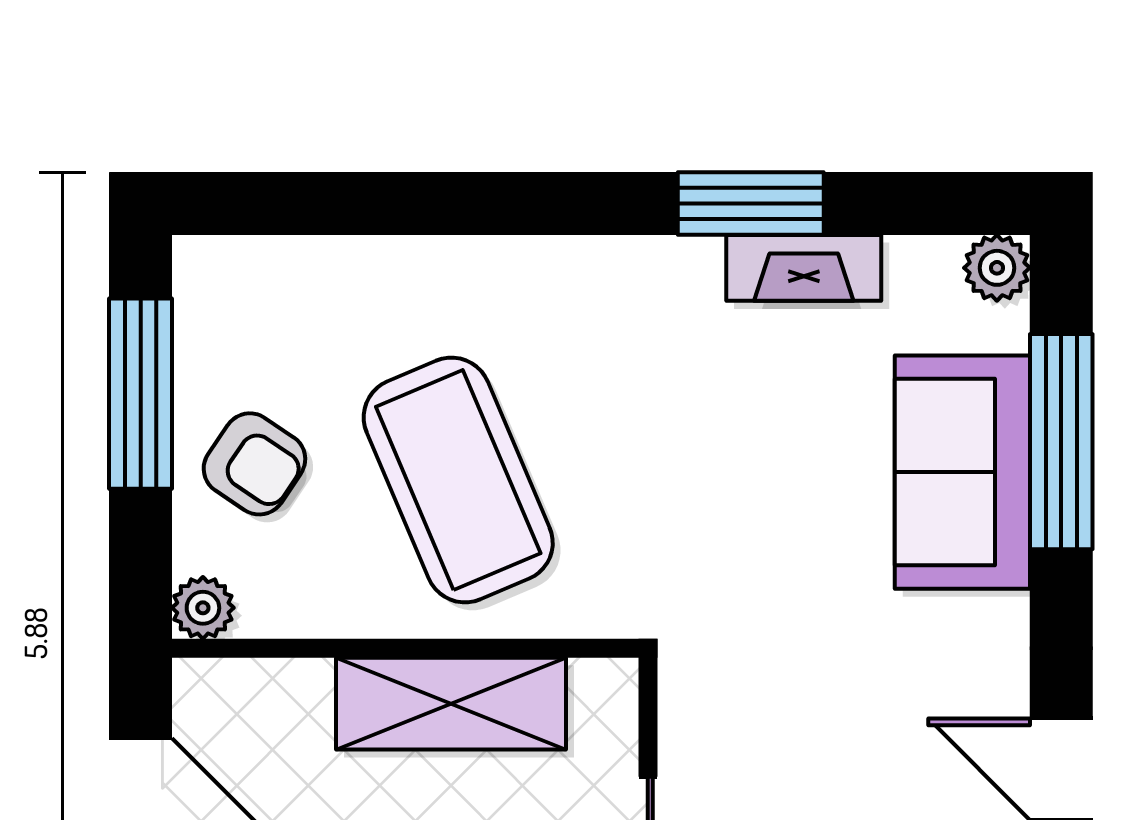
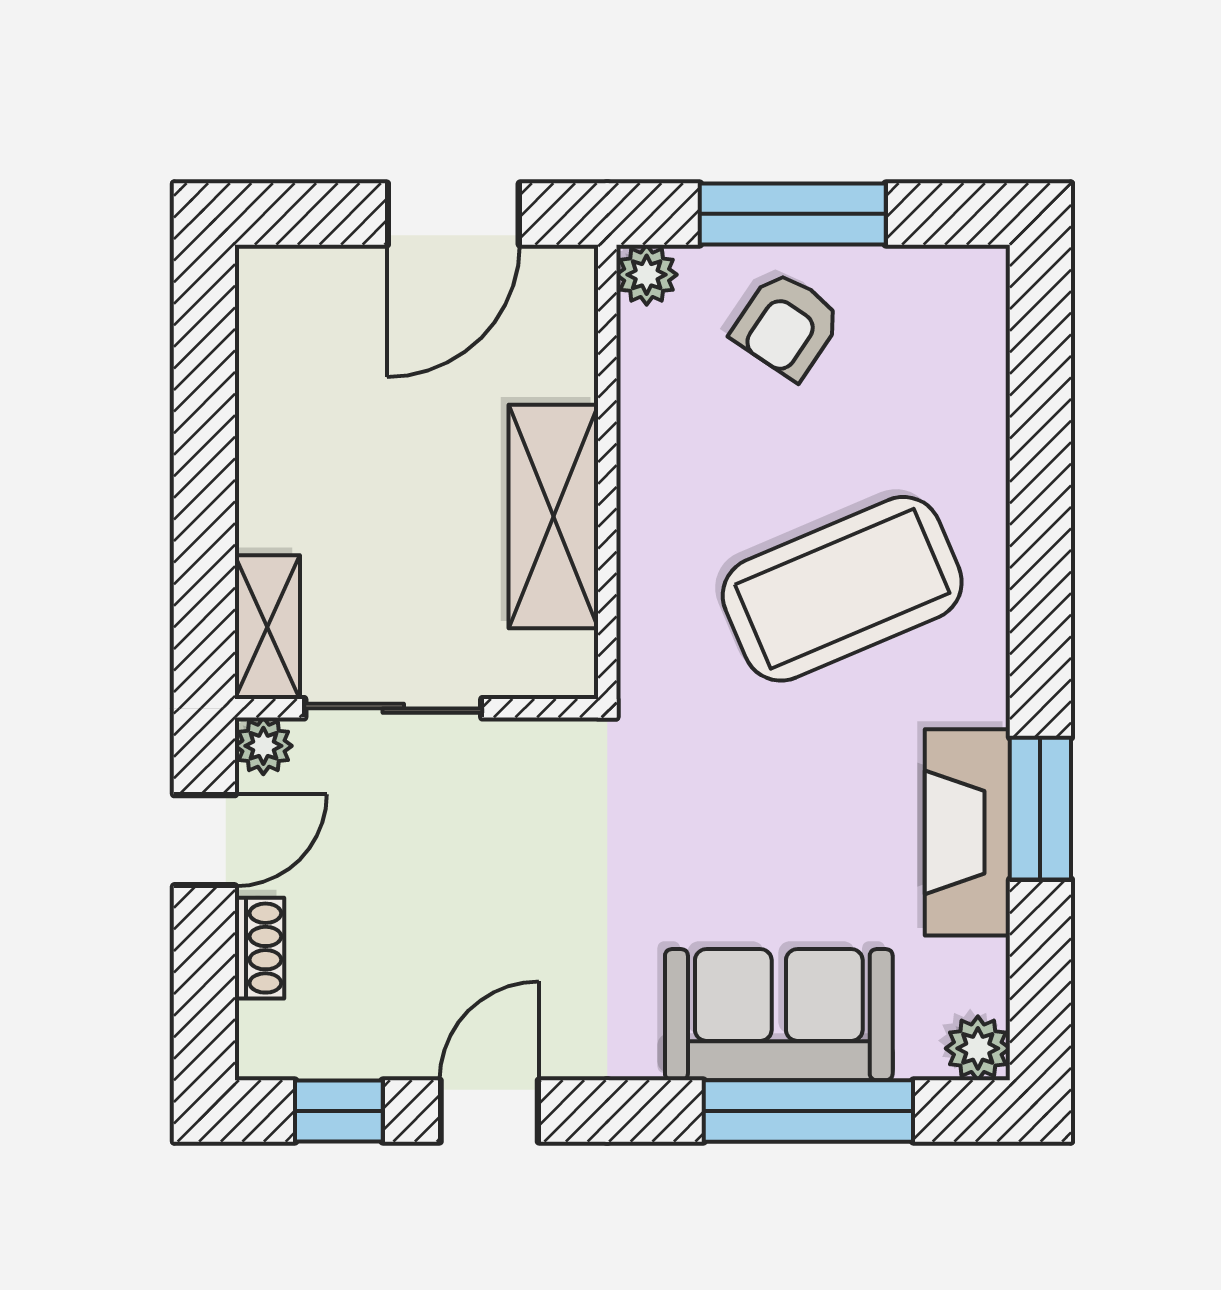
fireplace: (804, 268) -> (967, 832), width x1.37, depth x1.32
window: (141, 394) -> (793, 214), moved
coffee table: (458, 480) -> (842, 589), moved

